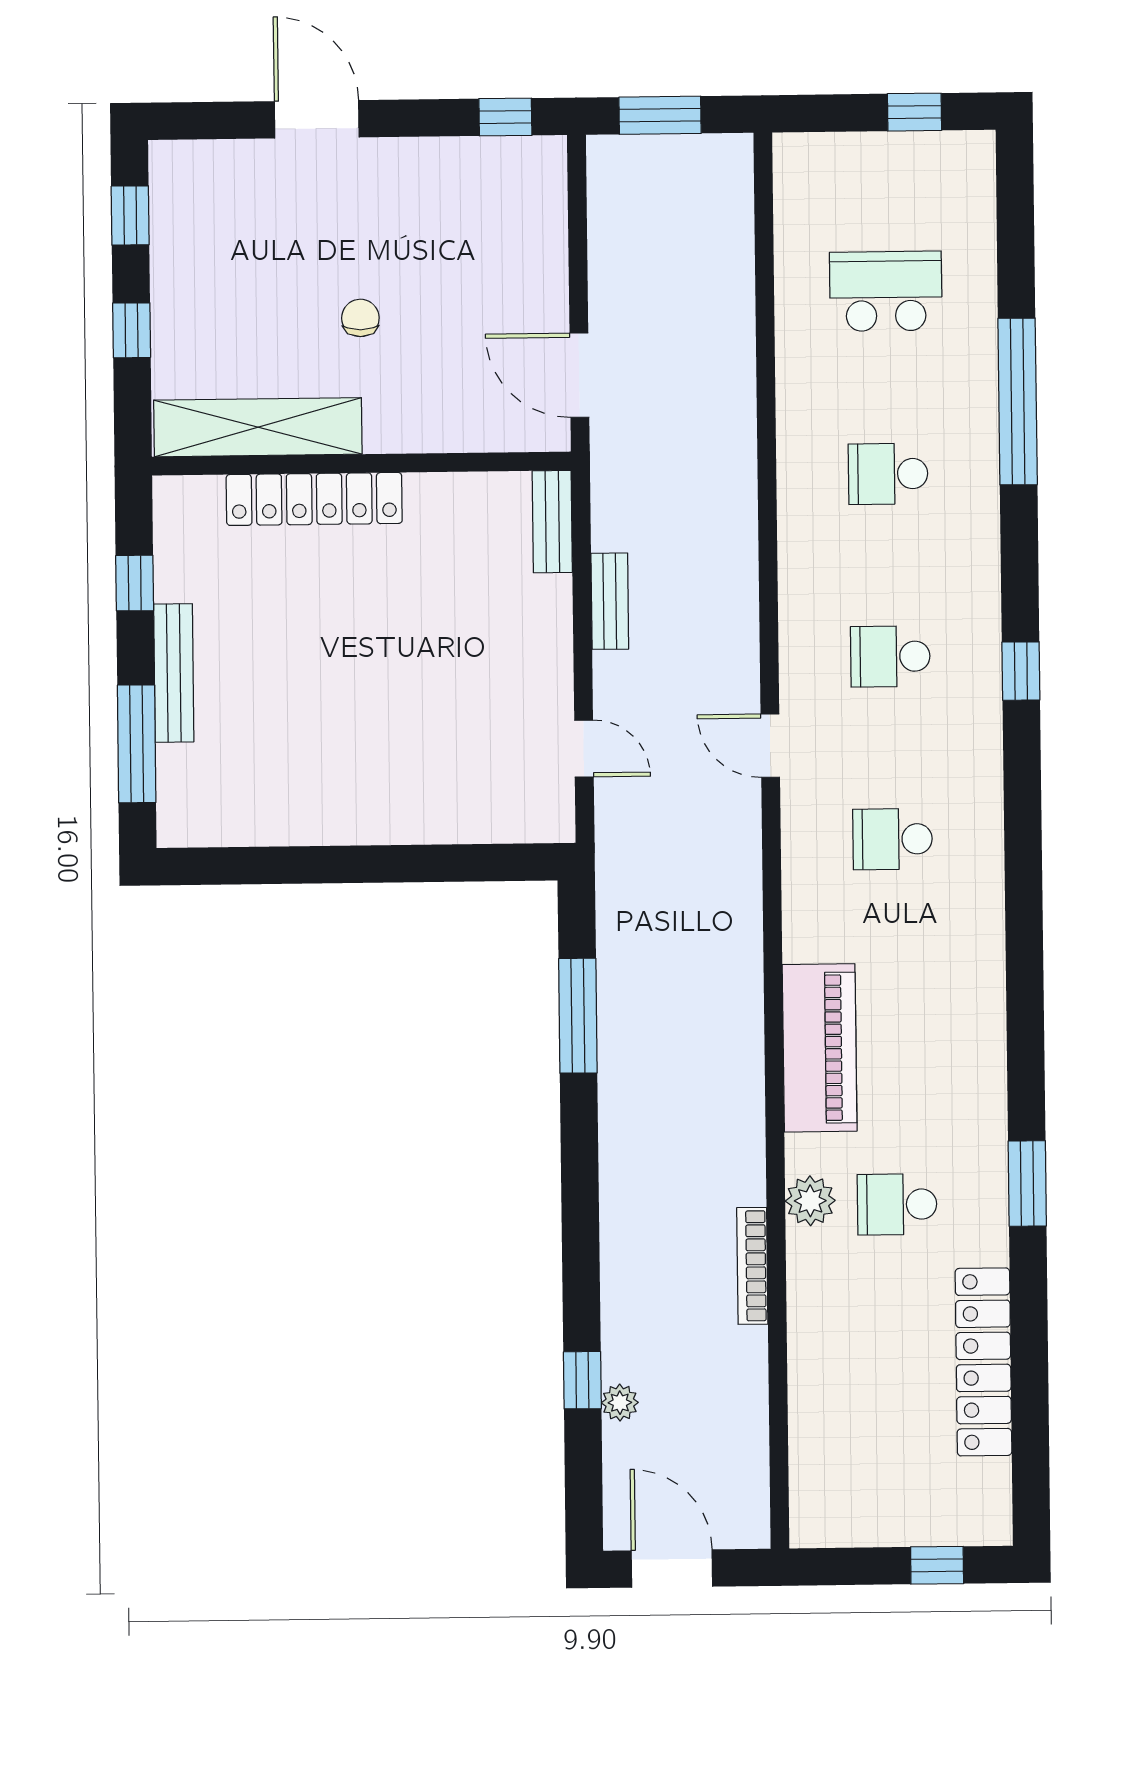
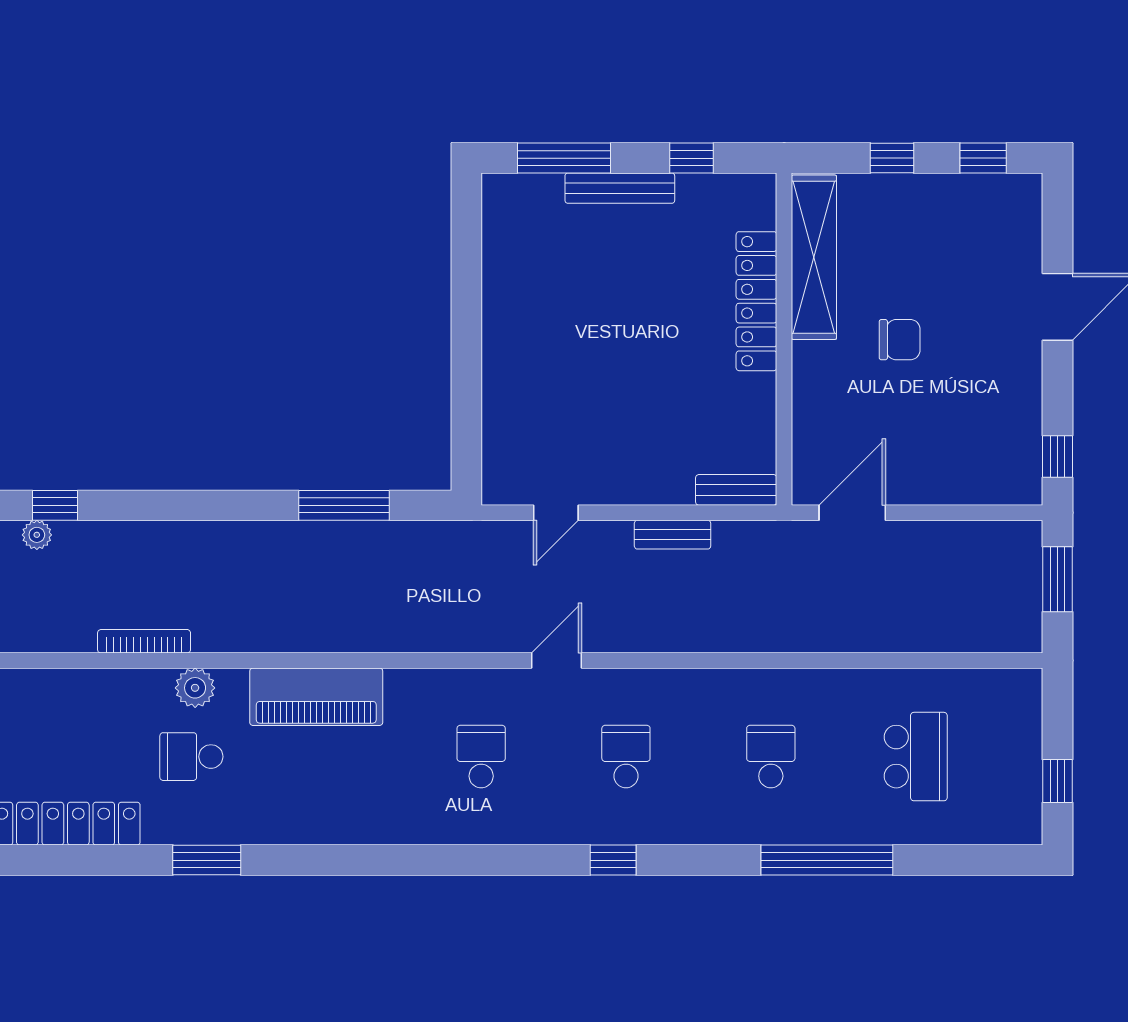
chair: (360, 318) -> (900, 340), width x1.37, depth x1.37
school desk: (897, 1204) -> (191, 757), turned -90

